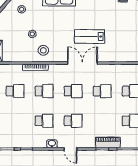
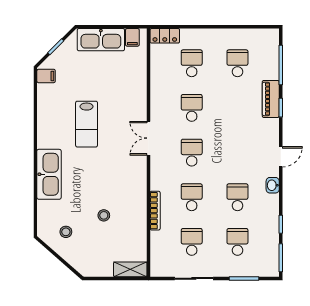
lab bench: (90, 36) -> (87, 124), moved
stool: (43, 50) -> (129, 198), removed
double door: (82, 63) -> (148, 138), width x0.73
school desk: (73, 121) -> (237, 242), moved

